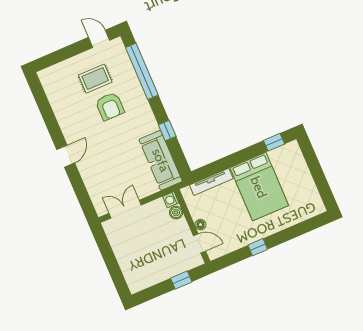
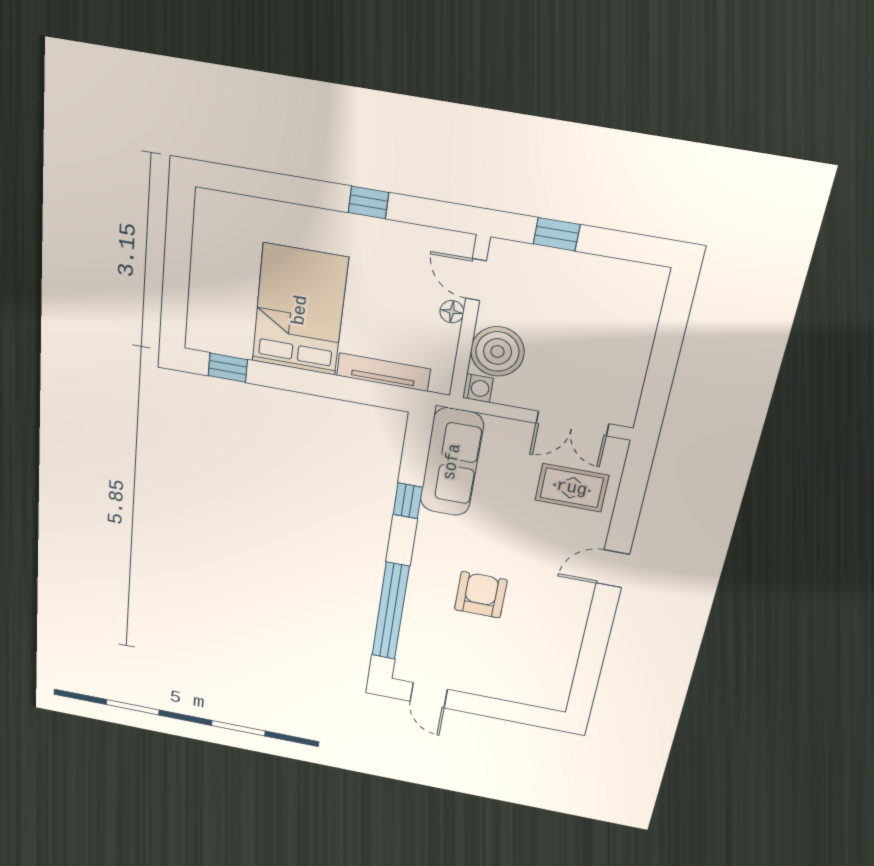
rug: (95, 79) -> (572, 488), moved
boiler: (176, 213) -> (497, 351), width x1.86, depth x1.86

